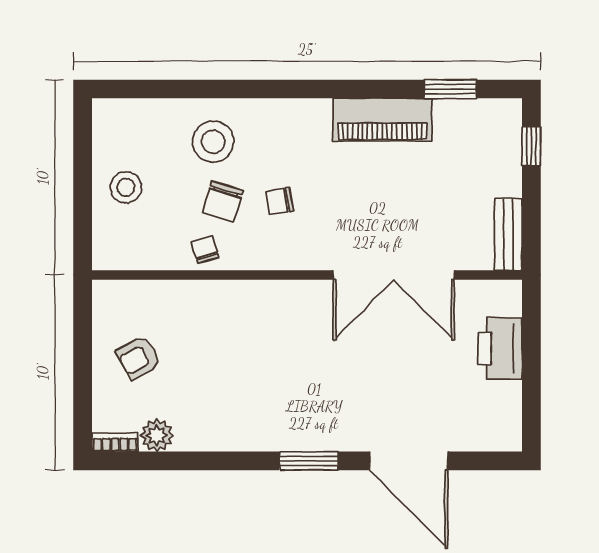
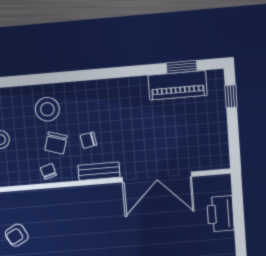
piano: (382, 120) -> (178, 85), moved
bench: (508, 234) -> (99, 171), moved, turned 90

